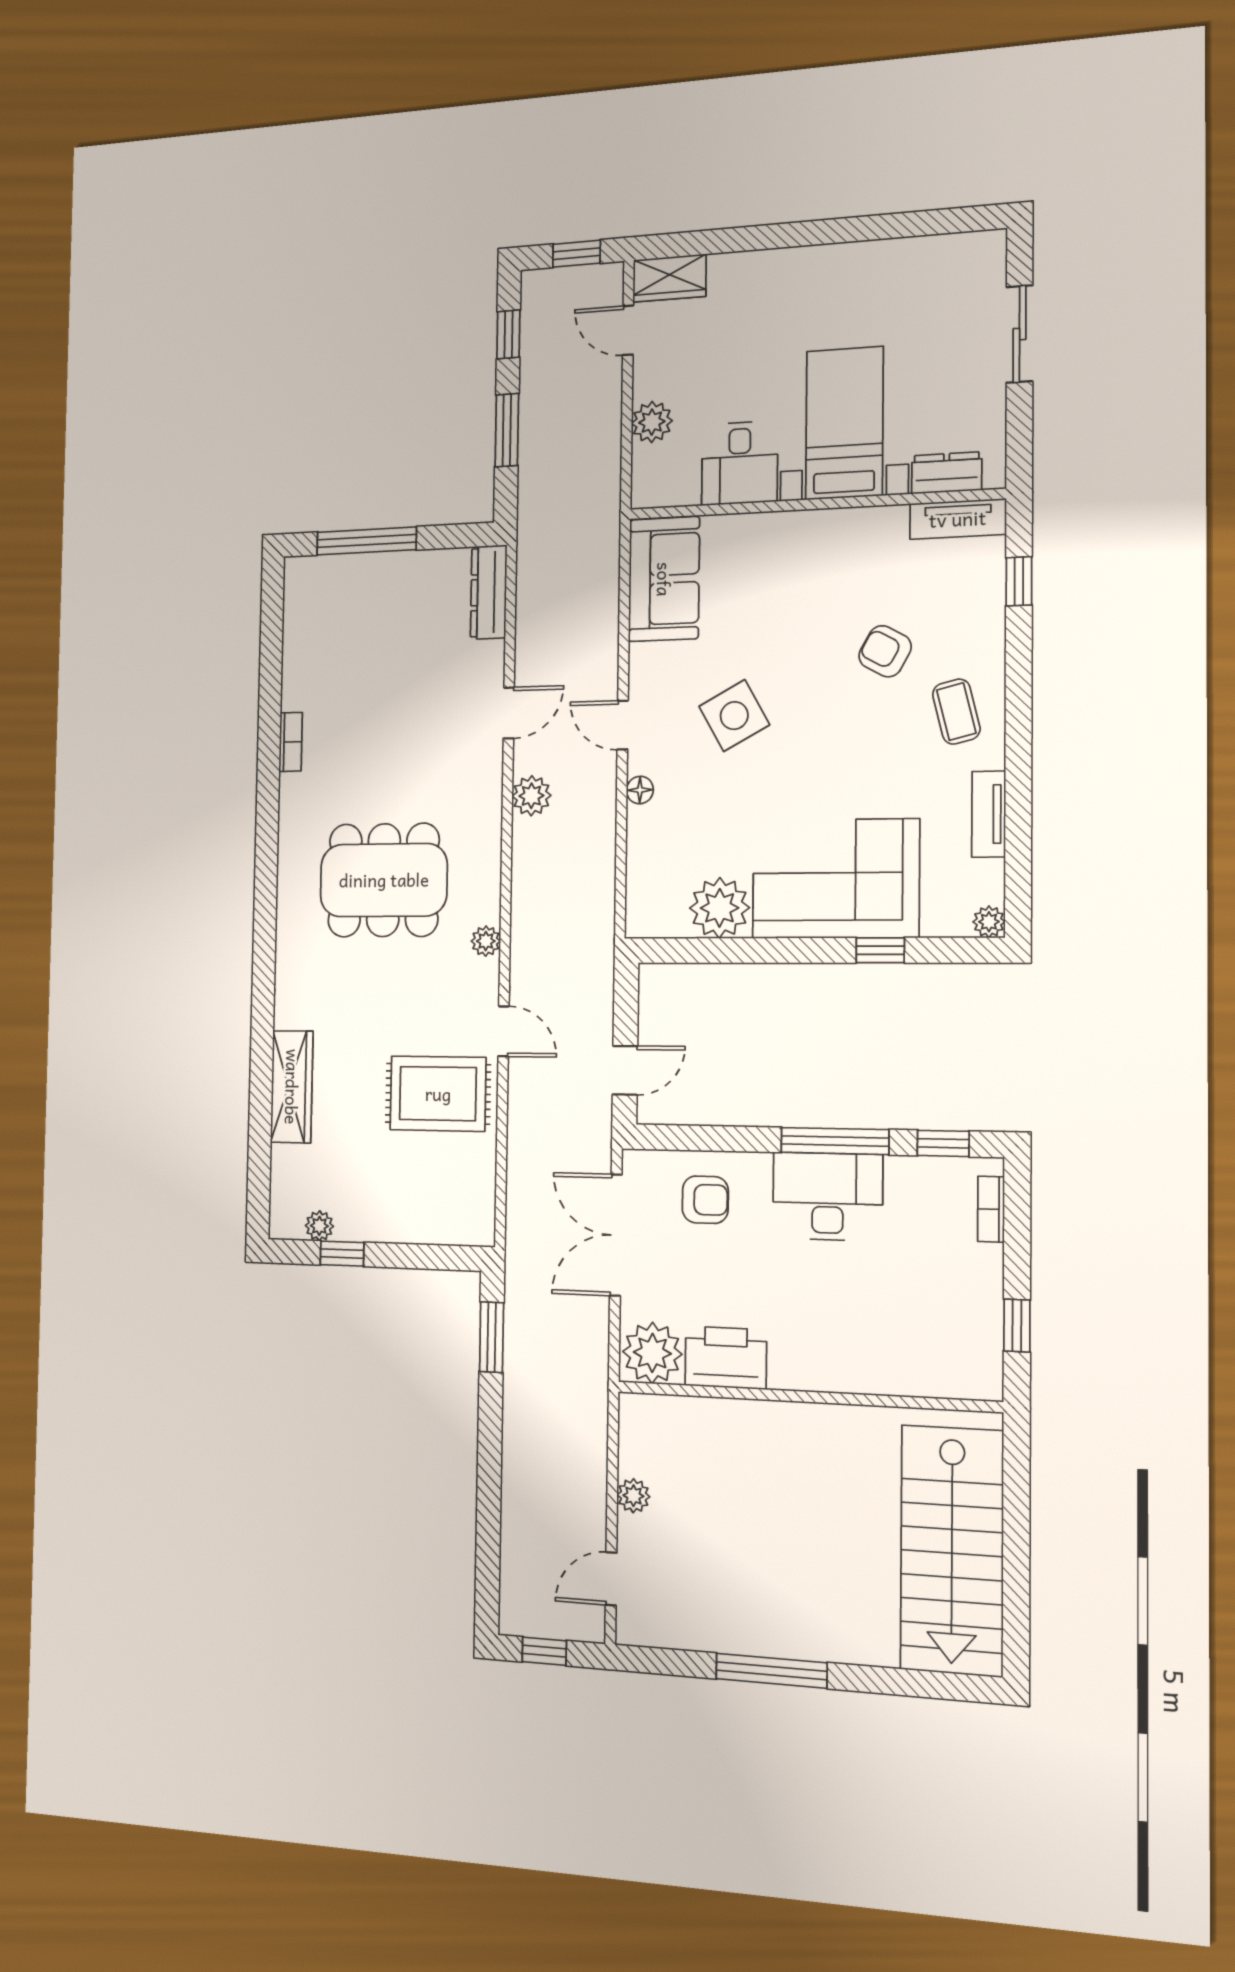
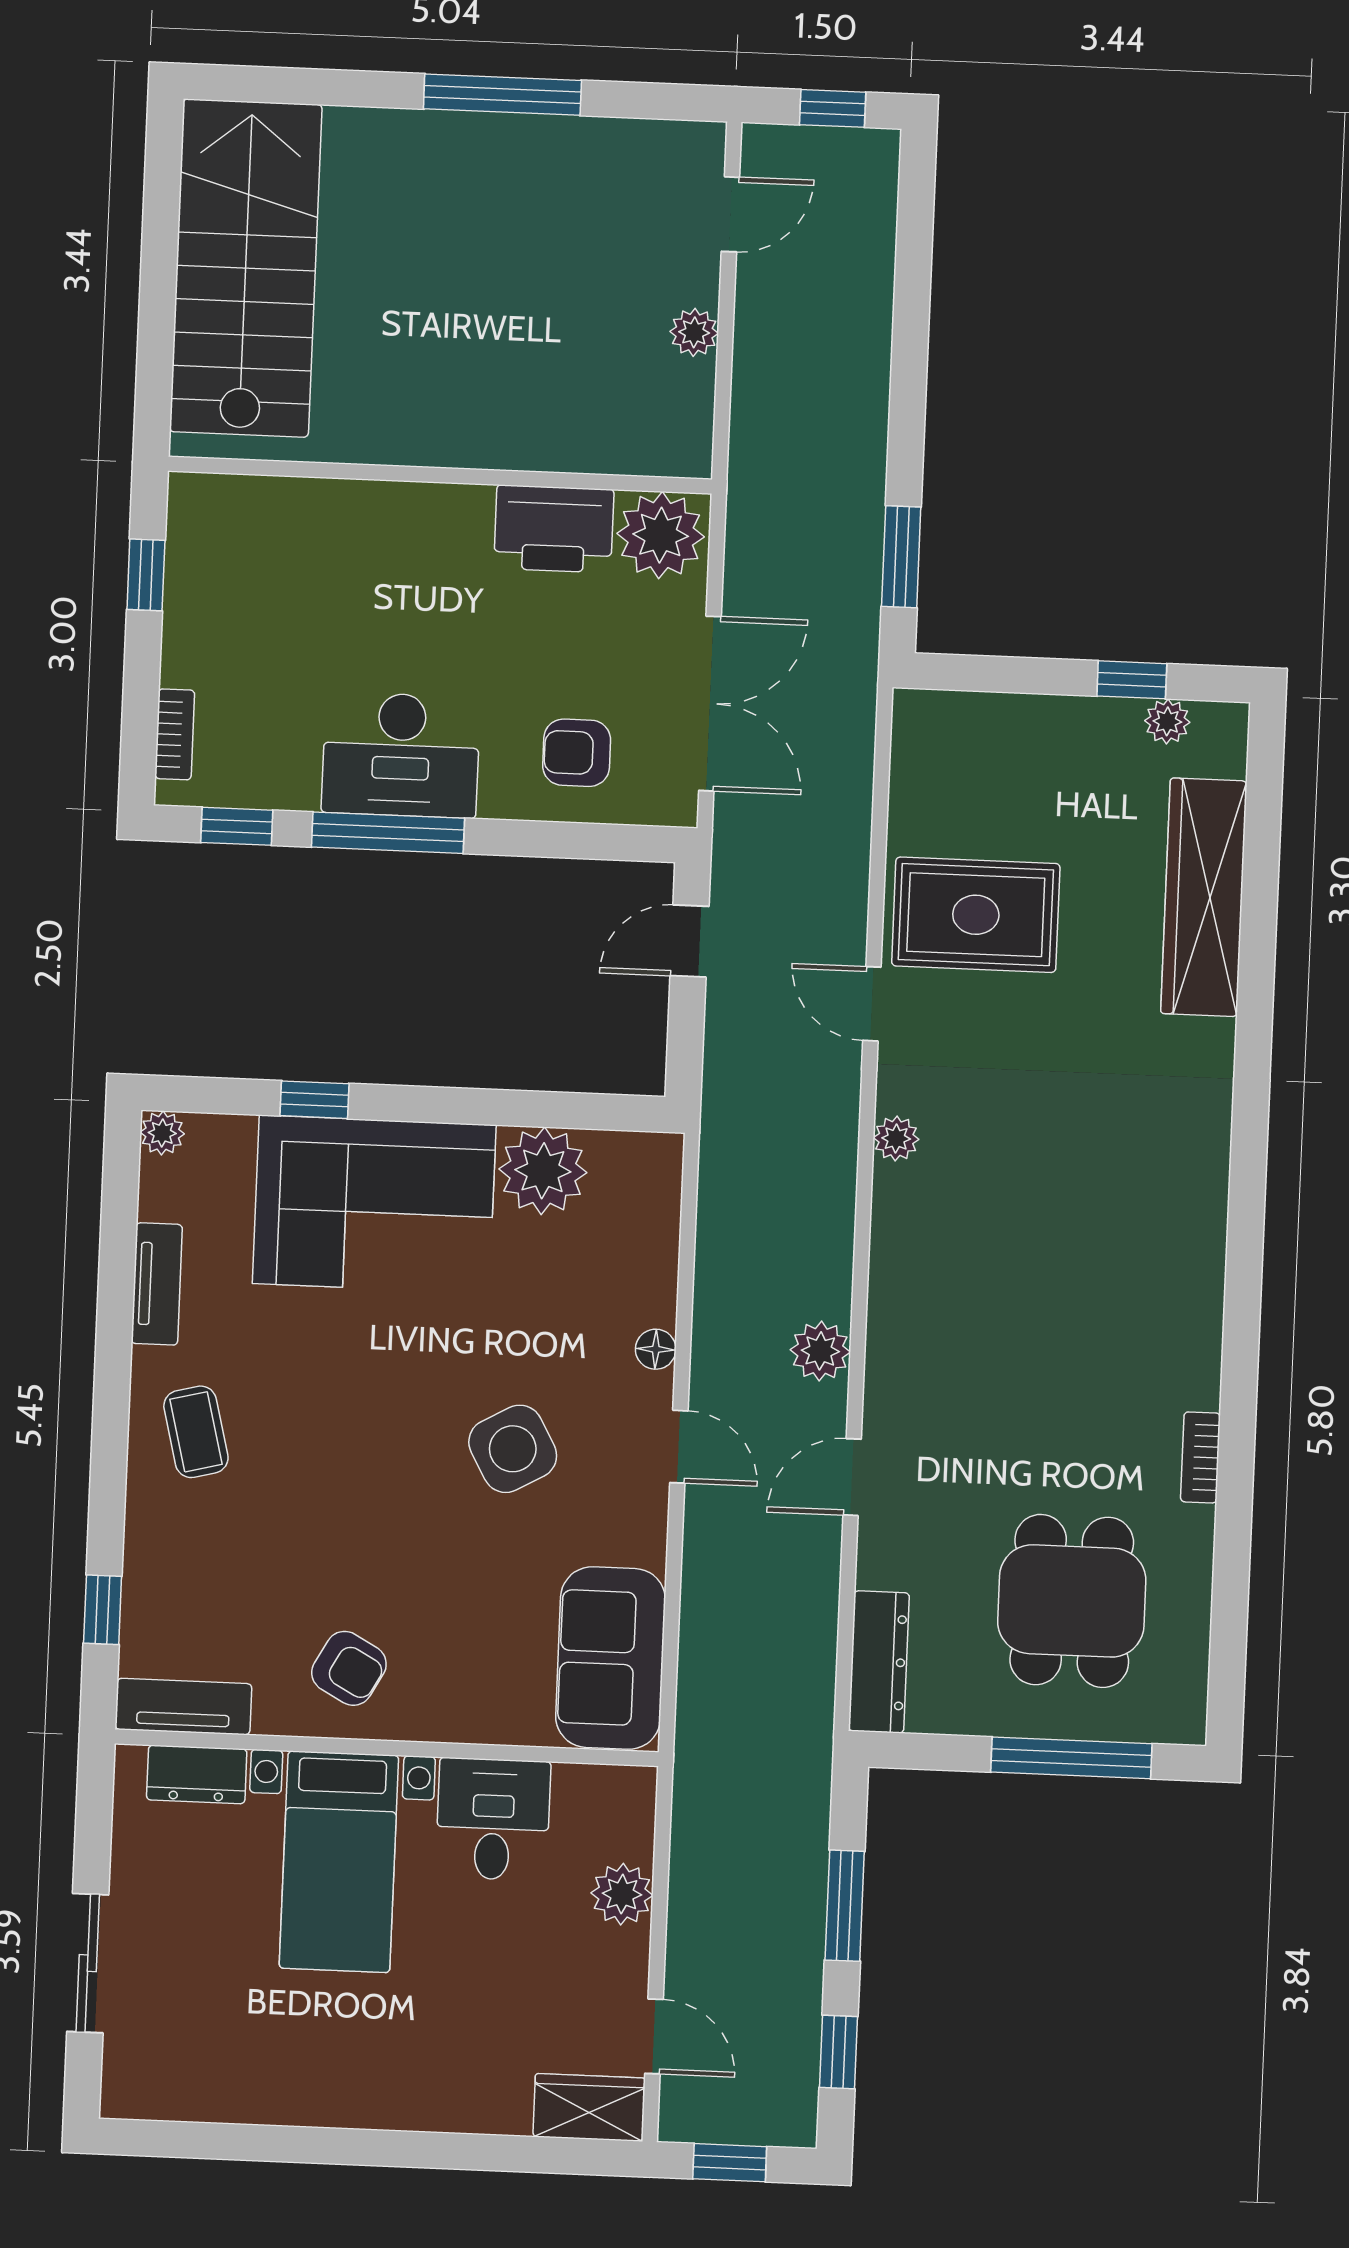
armchair: (885, 651) -> (349, 1668), moved
dining table: (384, 880) -> (1072, 1601), moved, width x0.73
wardrobe: (292, 1087) -> (1204, 897), width x1.40, depth x1.17

